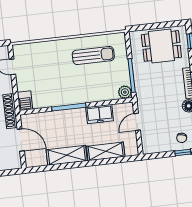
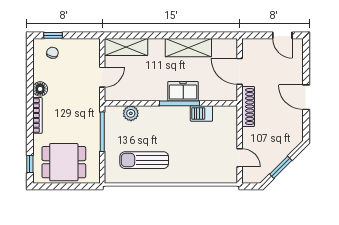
plant: (125, 92) -> (131, 113), moved
barbecue: (25, 101) -> (201, 113), moved, turned -90
freezer: (100, 114) -> (183, 91), moved
shelving: (106, 151) -> (126, 47), moved

